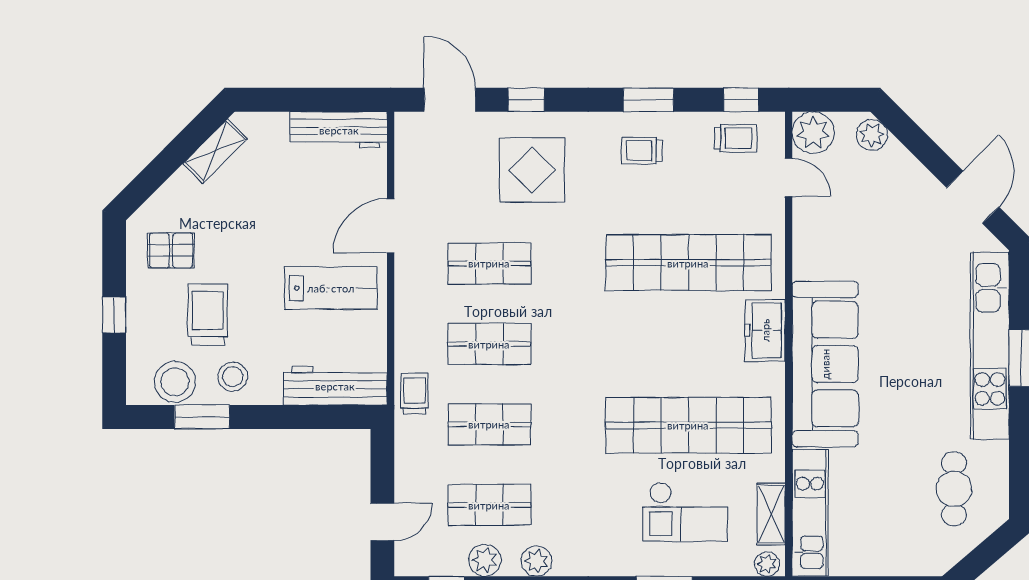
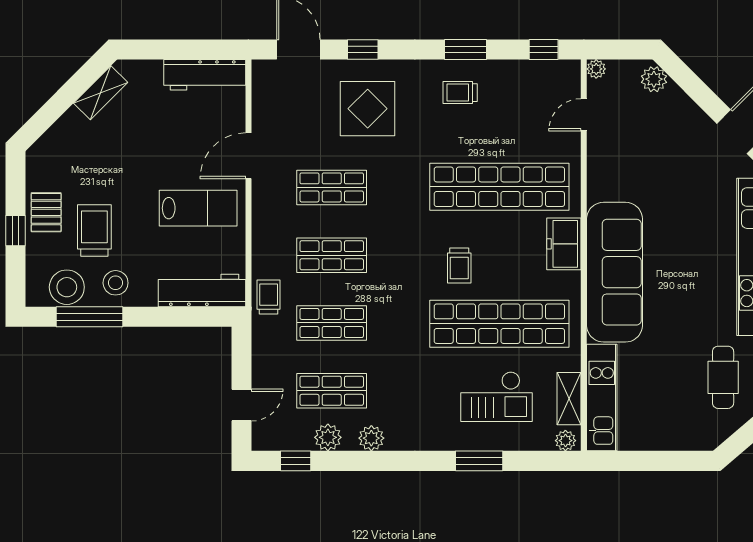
plant: (813, 133) -> (596, 69), width x0.53, depth x0.53
trolley: (736, 138) -> (459, 266), moved, turned 90
door: (789, 177) -> (584, 115), swing flipped
pallet: (171, 250) -> (46, 212), moved, turned 90
window: (202, 417) -> (90, 317), width x1.44

